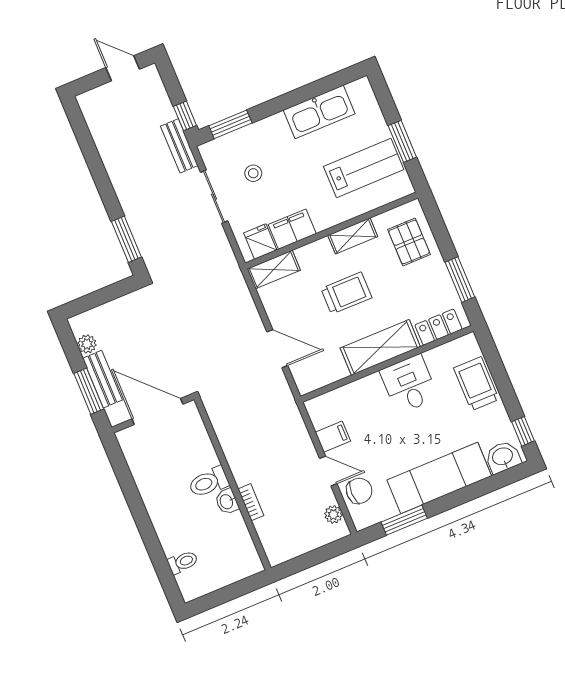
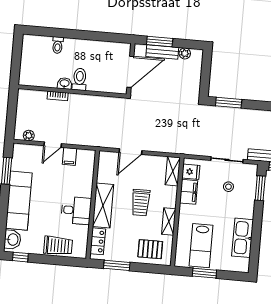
chair: (359, 491) -> (34, 155), removed
toilet: (183, 562) -> (58, 45), moved

